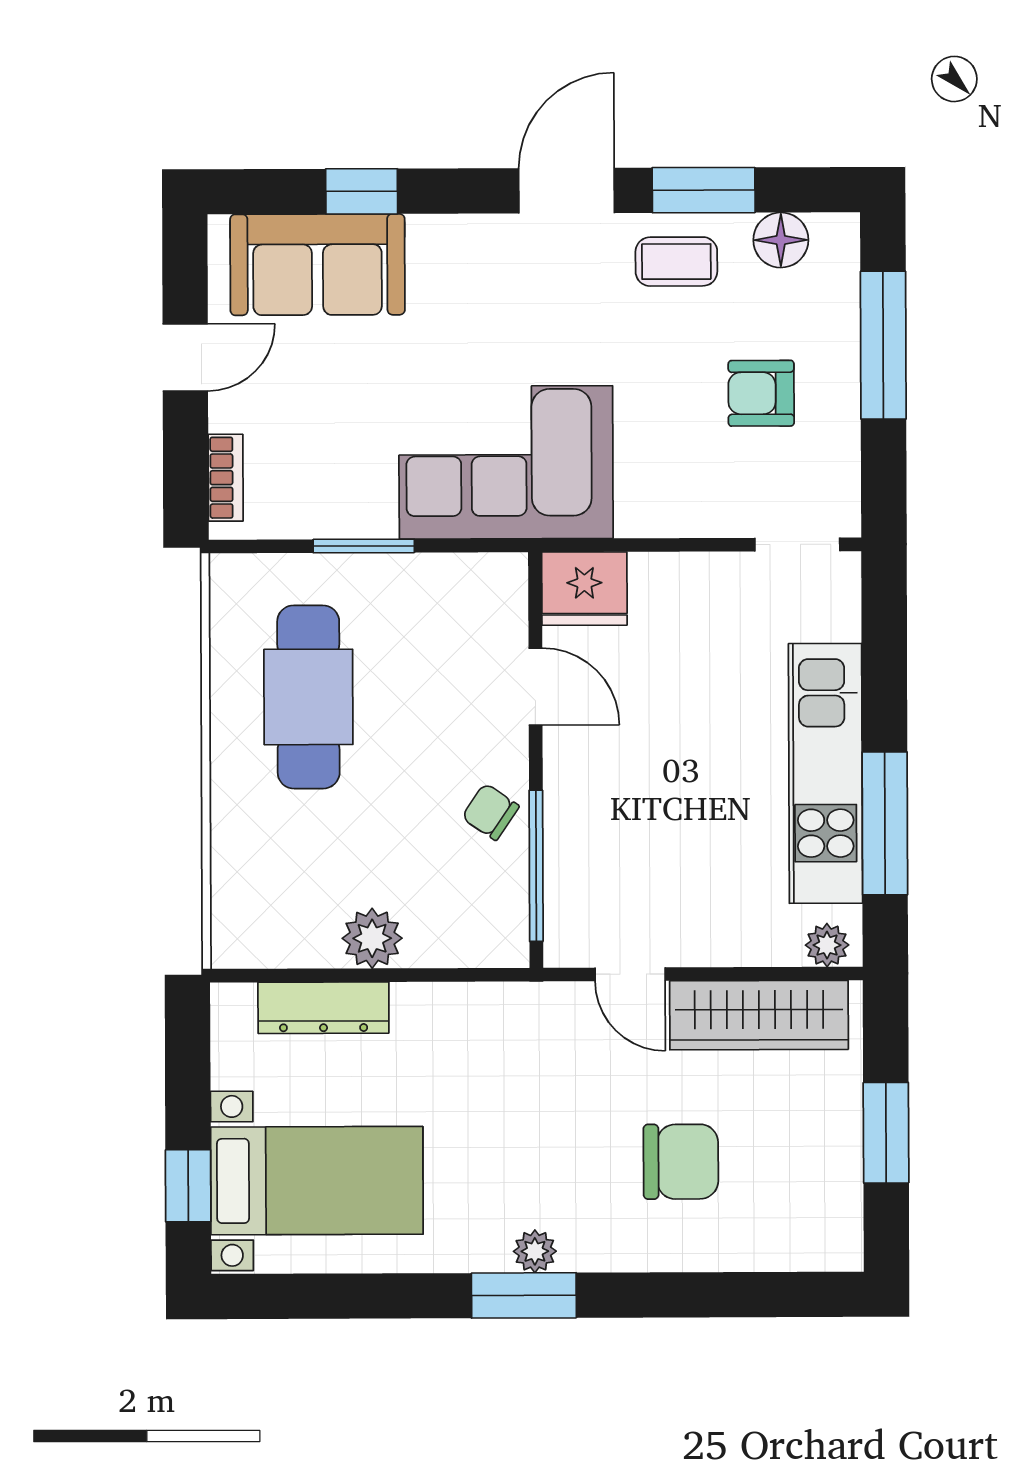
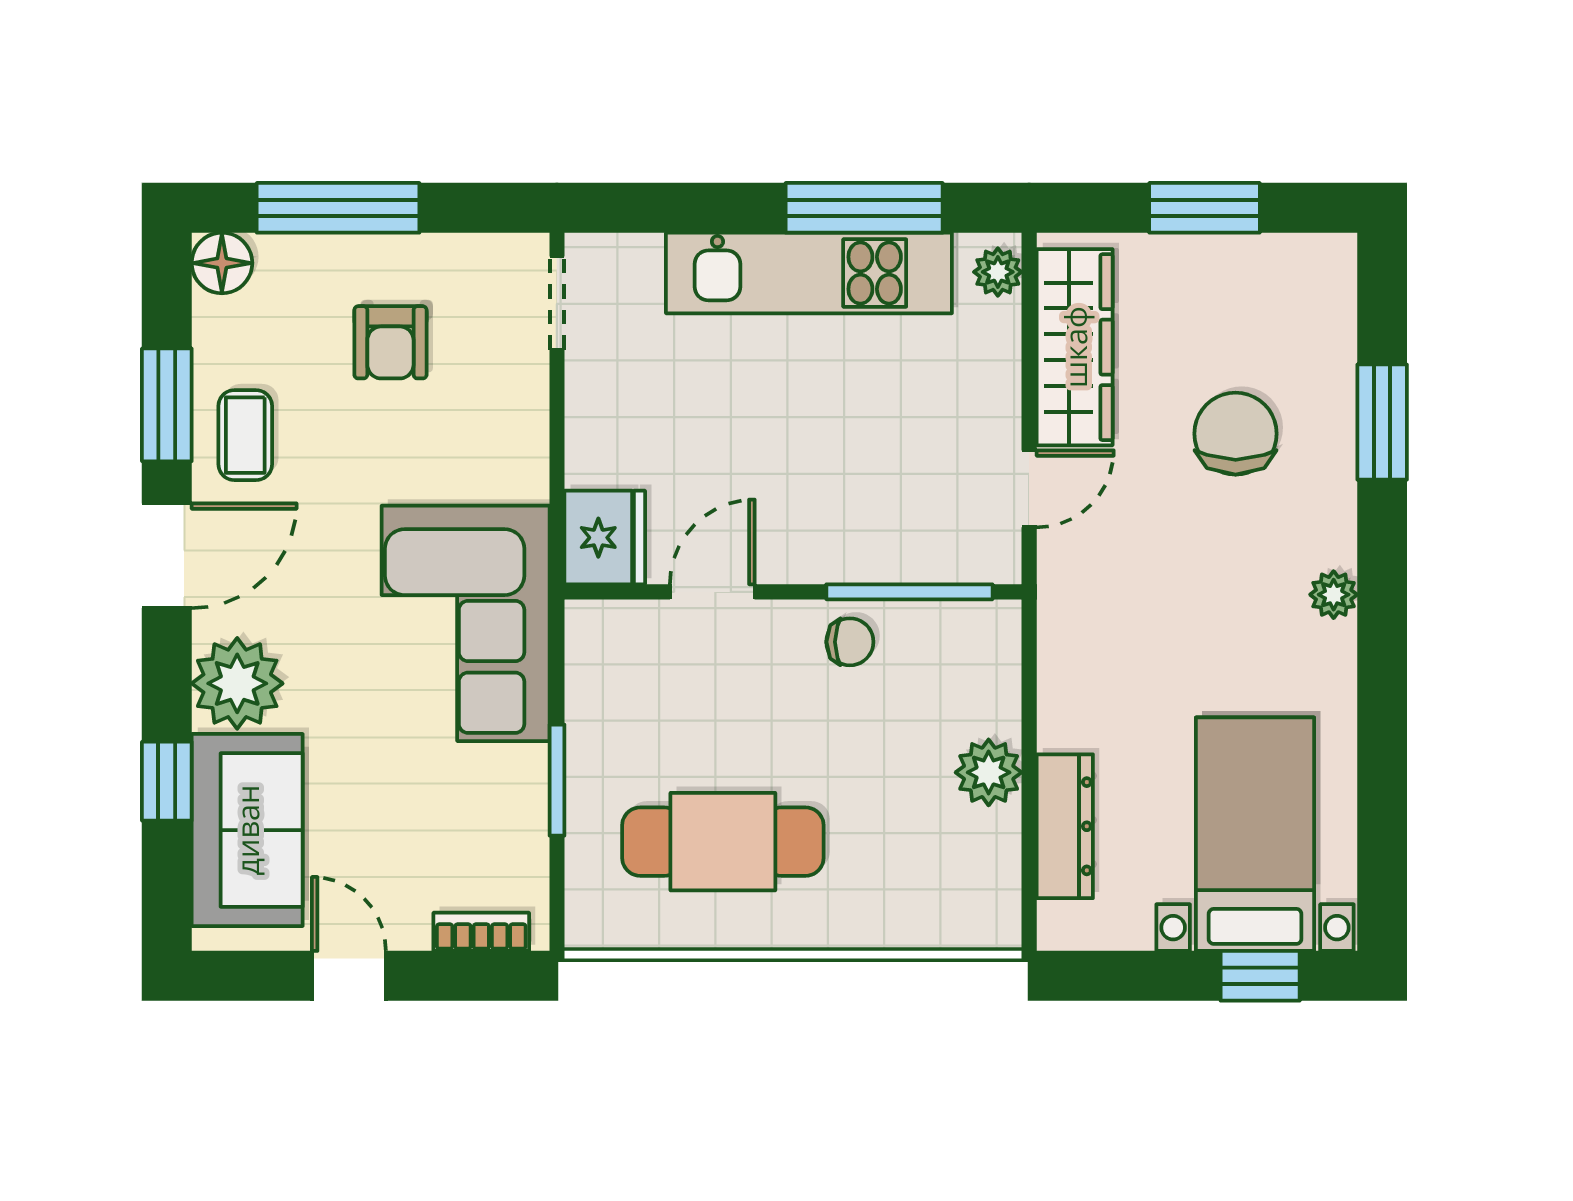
door: (566, 191) -> (167, 556), swing flipped
floor lamp: (781, 240) -> (222, 263), moved
plant: (451, 255) -> (237, 683), added
chair: (490, 812) -> (850, 642), turned -124
window: (524, 1295) -> (1382, 422), moved

